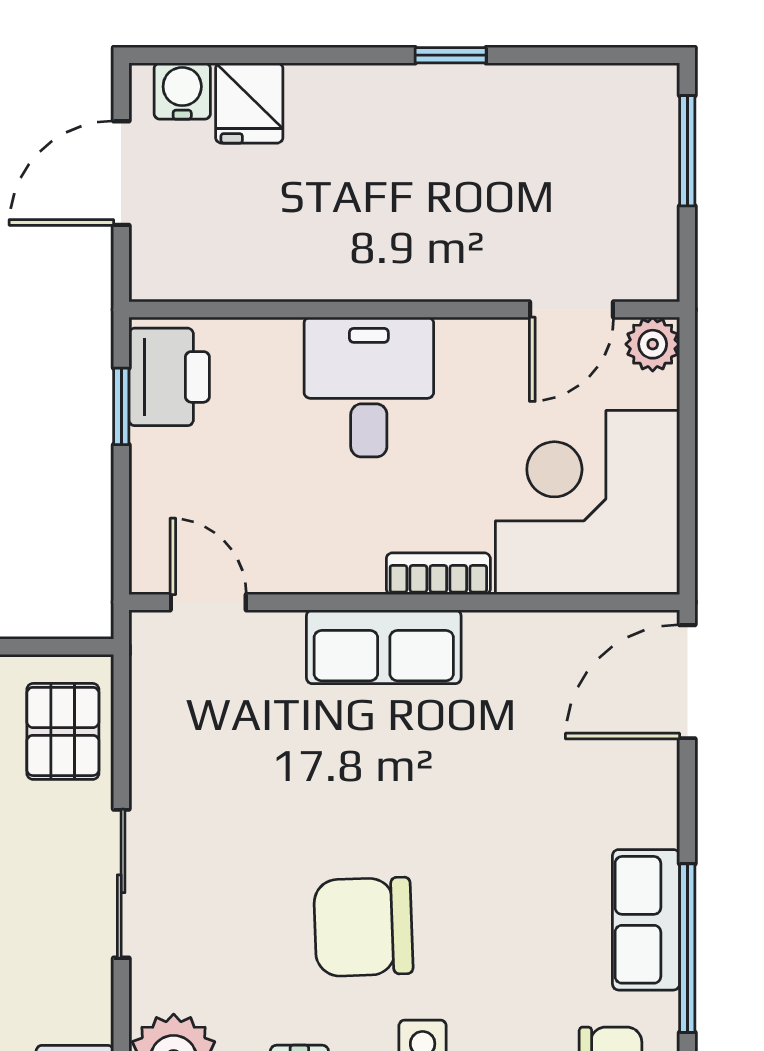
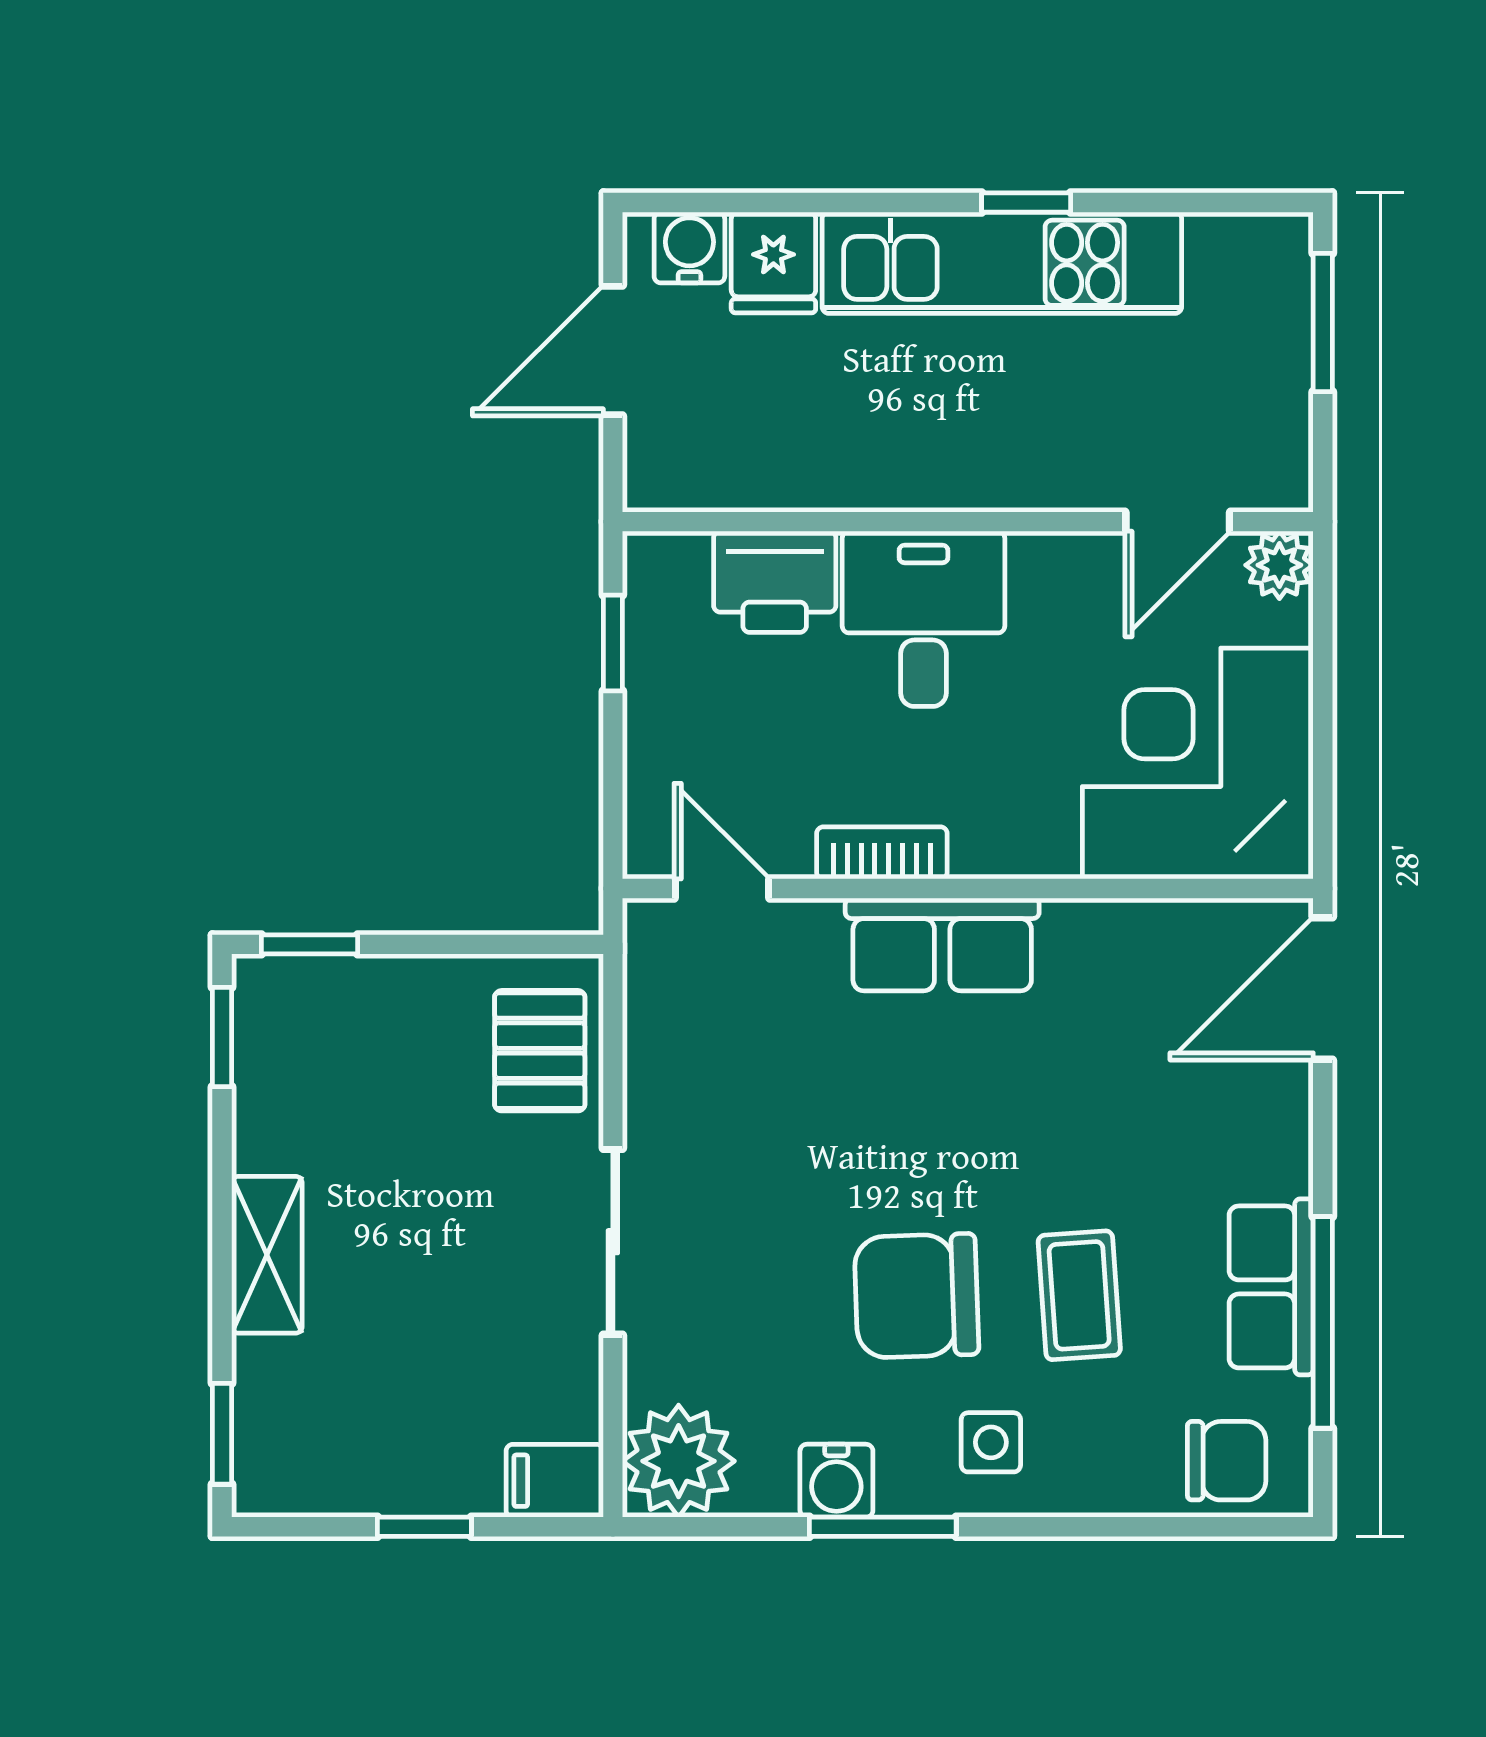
kitchen unit: (431, 103) -> (1002, 263), added
printer: (169, 377) -> (775, 582), moved, turned 90
bookcase: (438, 574) -> (882, 853), moved
coffee table: (493, 927) -> (1079, 1295), added

